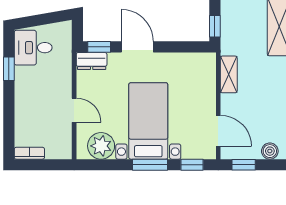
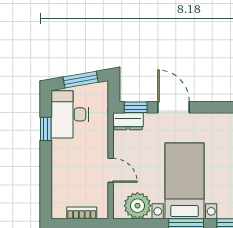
window: (44, 19) -> (81, 80), added
desk: (33, 48) -> (70, 114), width x1.37
bookcase: (29, 153) -> (82, 213), moved

